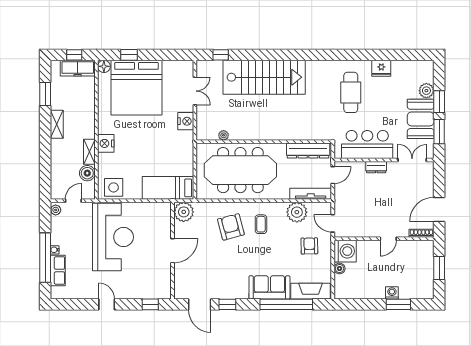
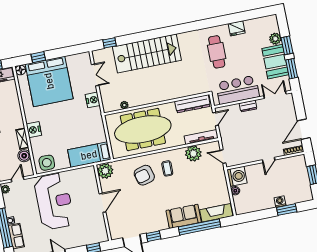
armchair: (231, 227) -> (144, 175), turned -90
armchair: (309, 246) -> (208, 178), removed

